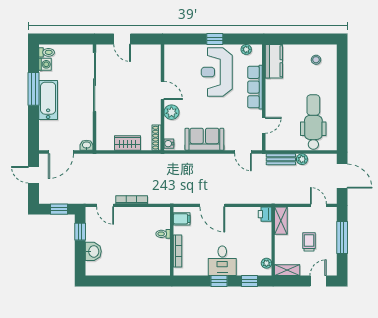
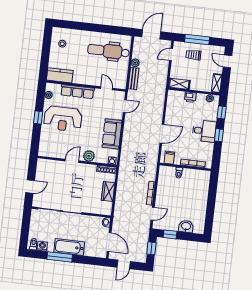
printer: (265, 214) -> (190, 97), moved
trolley: (309, 242) -> (193, 55), moved

